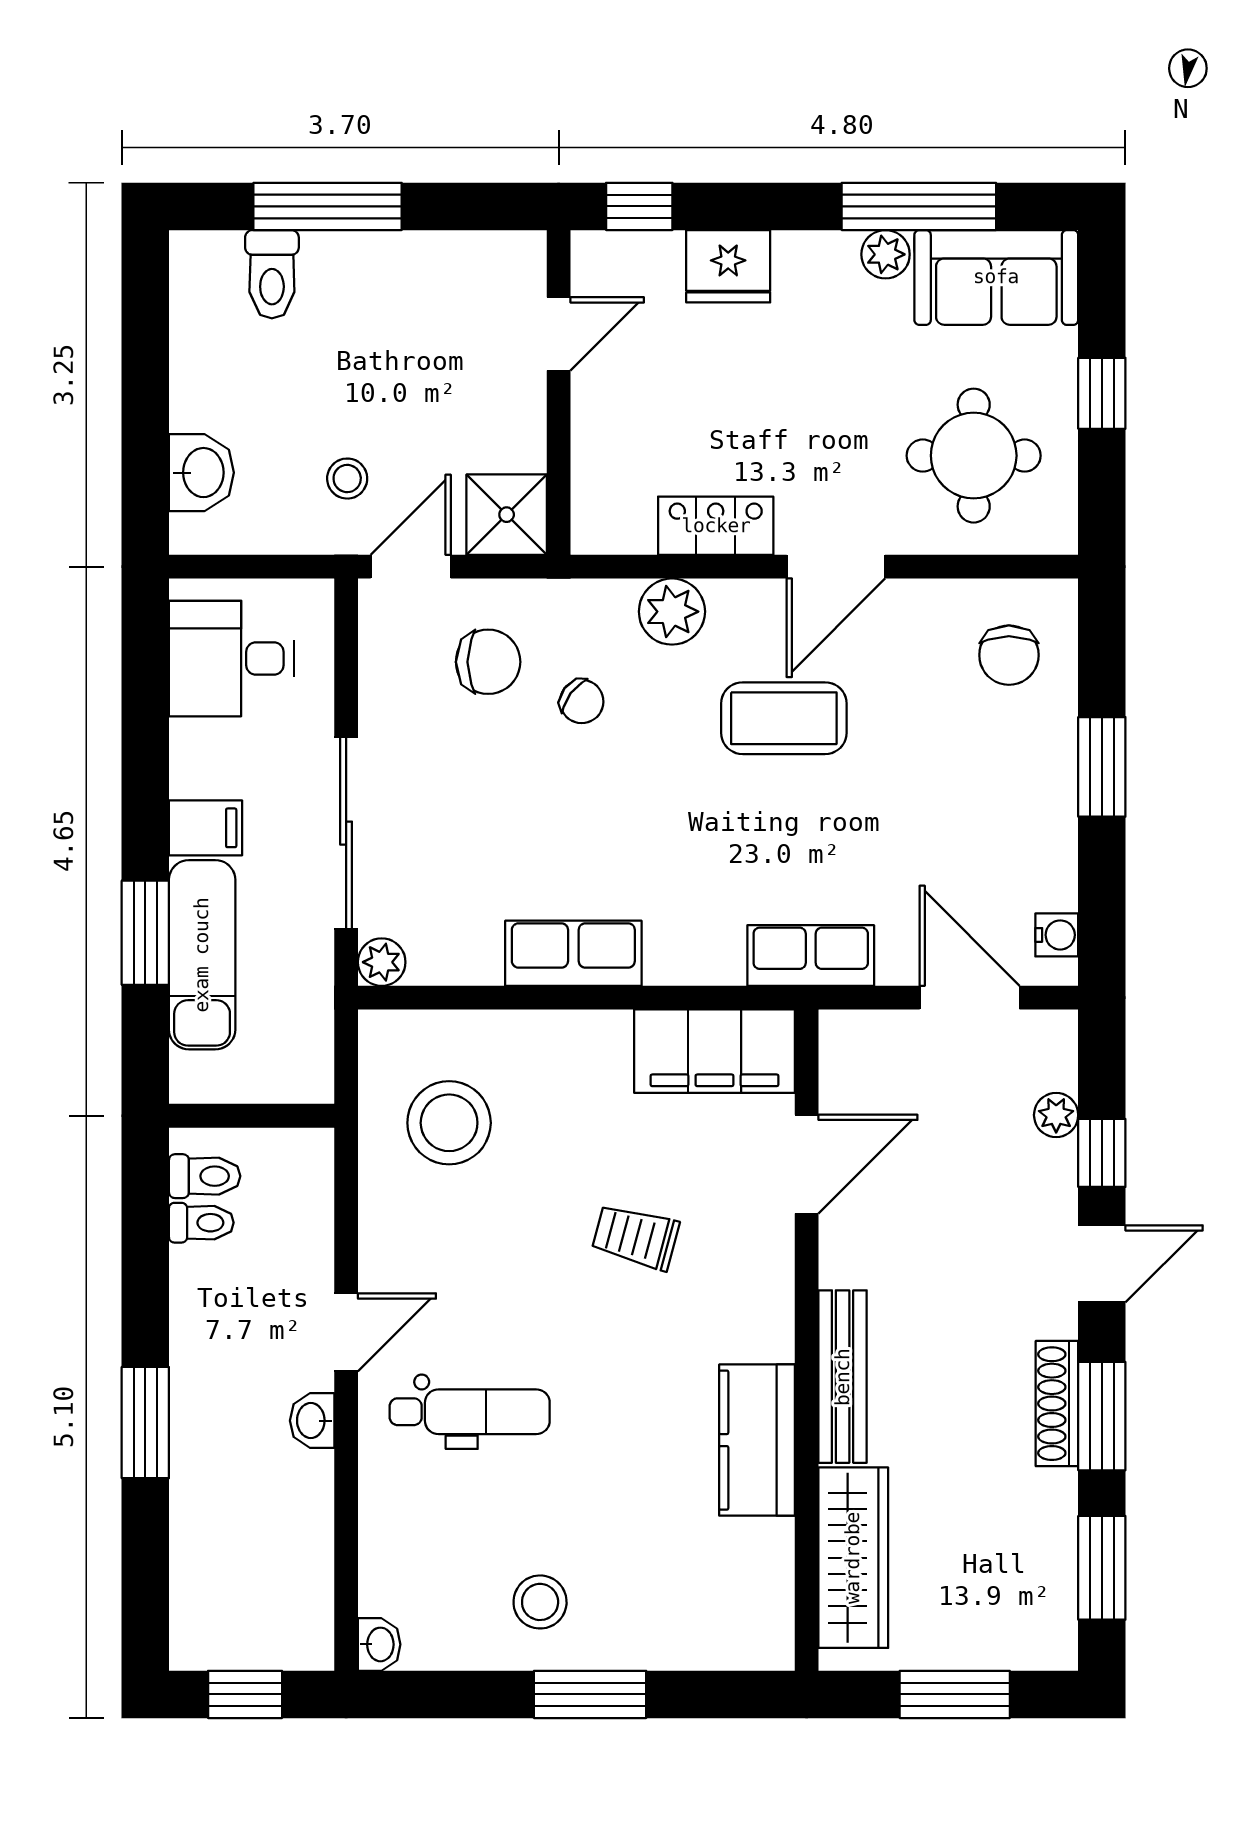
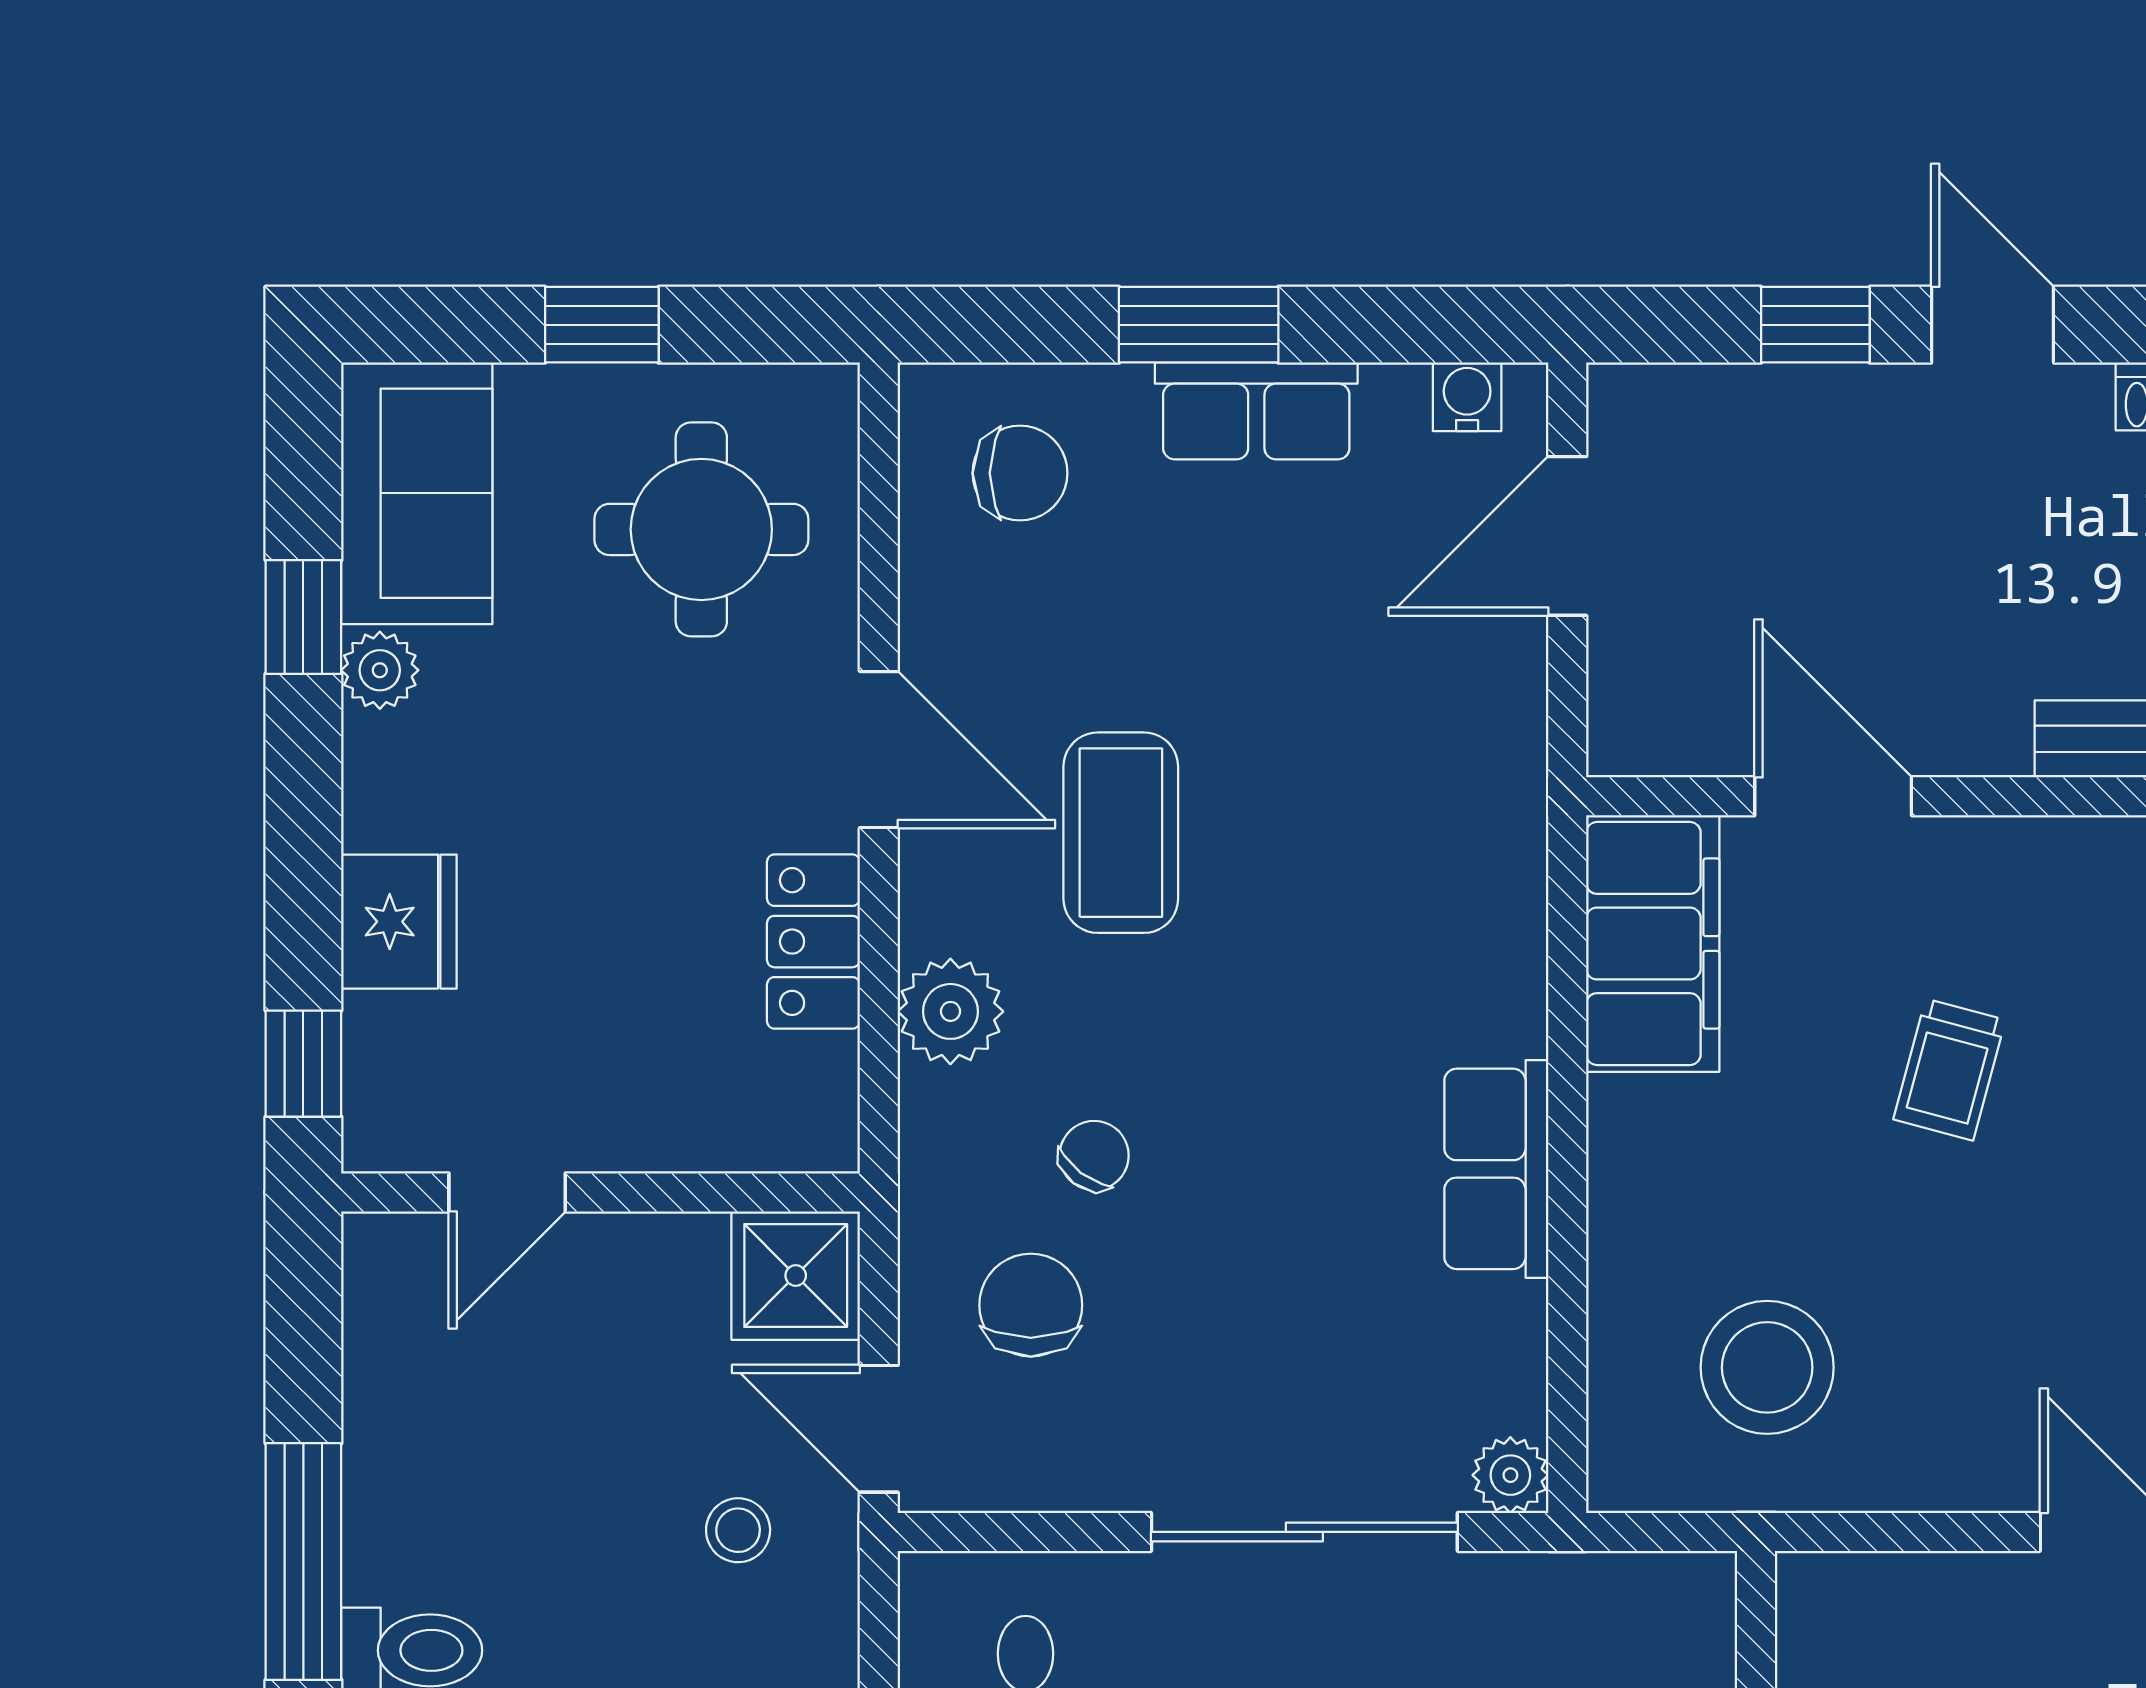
window: (919, 206) -> (303, 617), width x0.46
door: (559, 334) -> (507, 1192), swing flipped
row of seats: (811, 956) -> (1256, 411), moved, turned -90
plant: (1056, 1115) -> (1755, 398), removed

